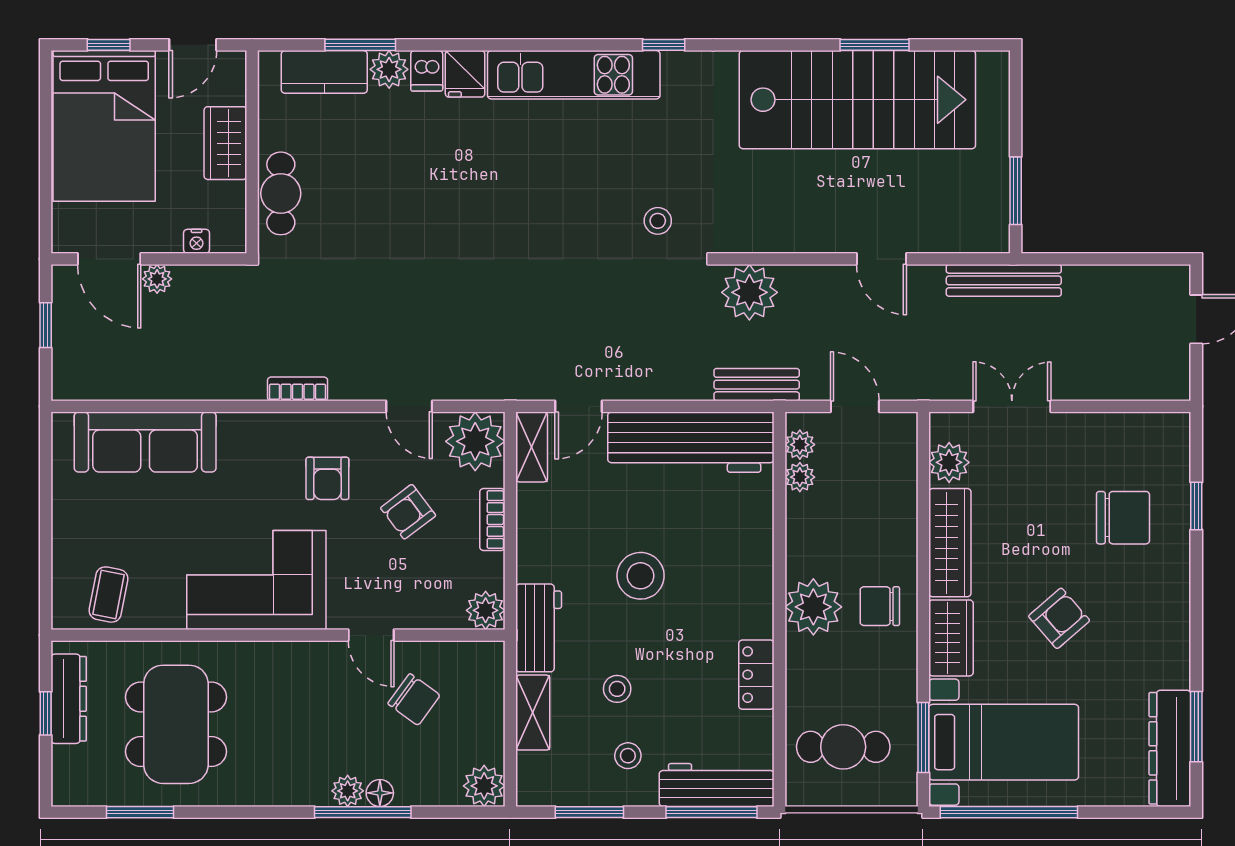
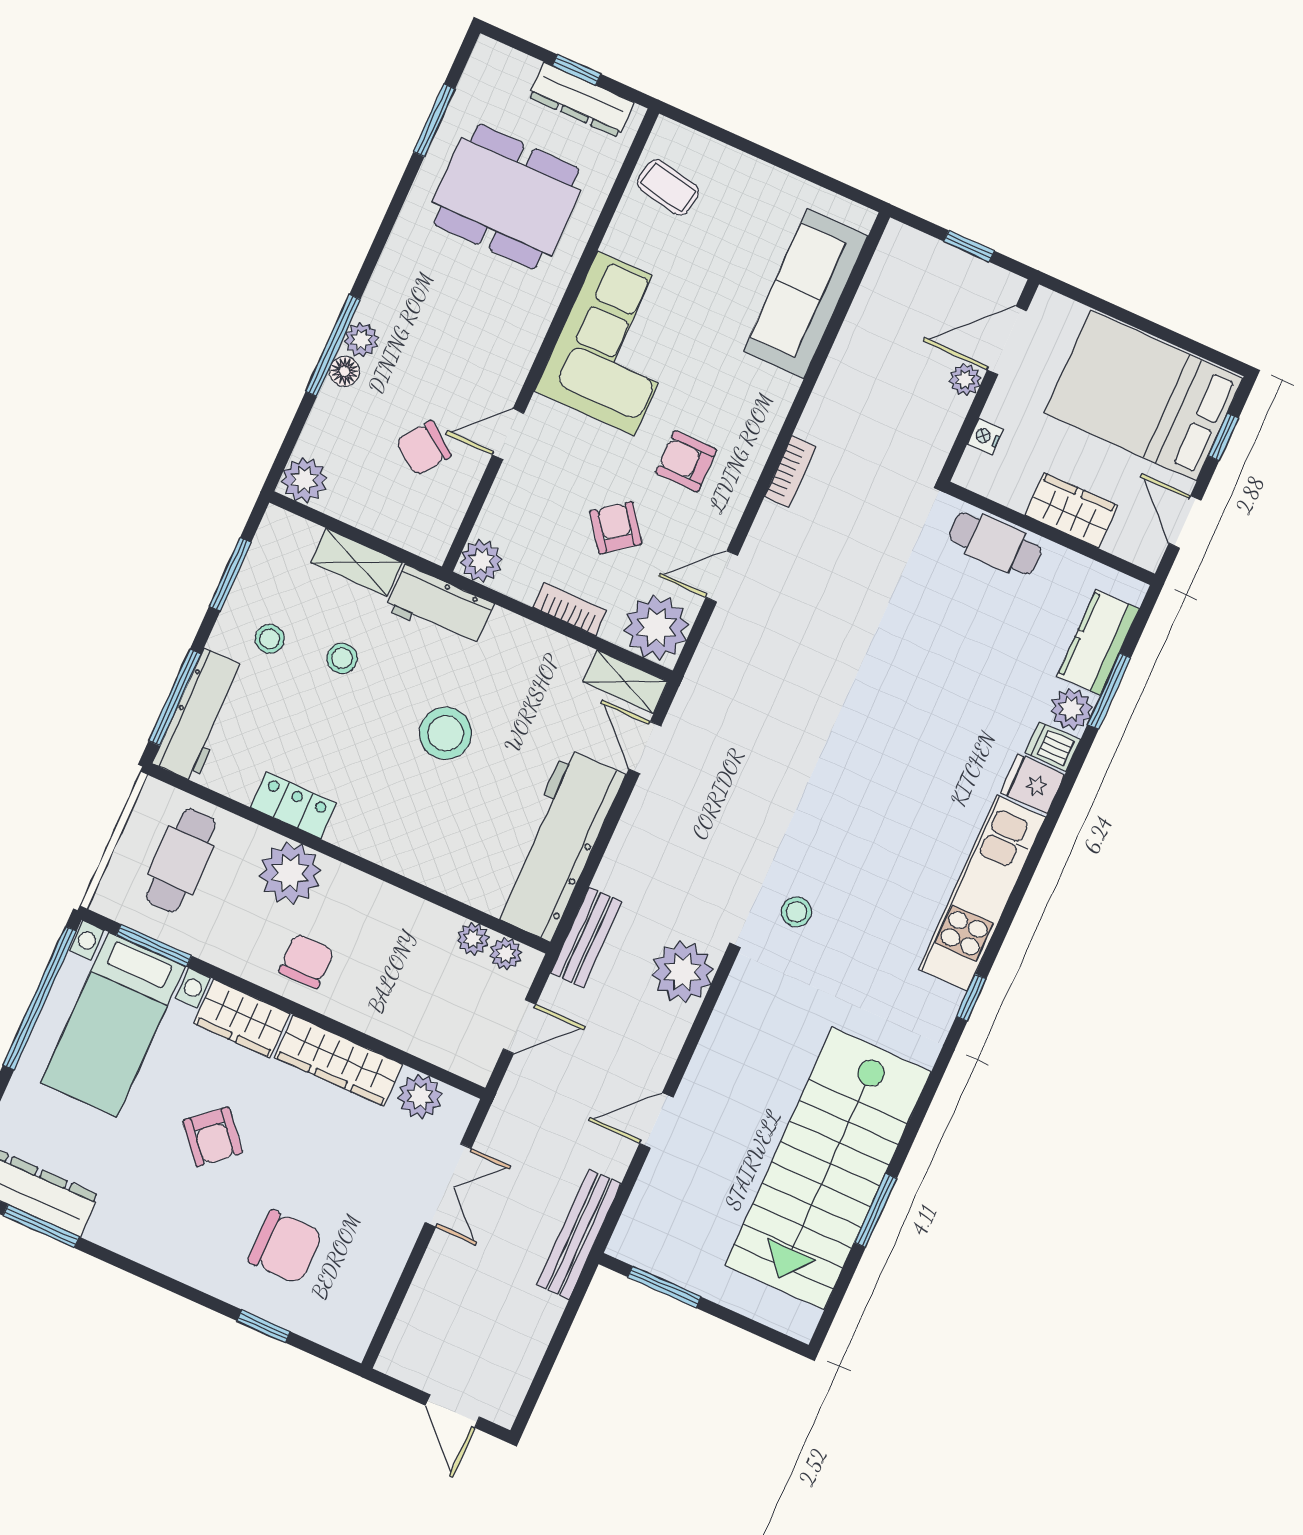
chair: (1123, 518) -> (285, 1247), turned -90
plant: (813, 607) -> (290, 873), moved

